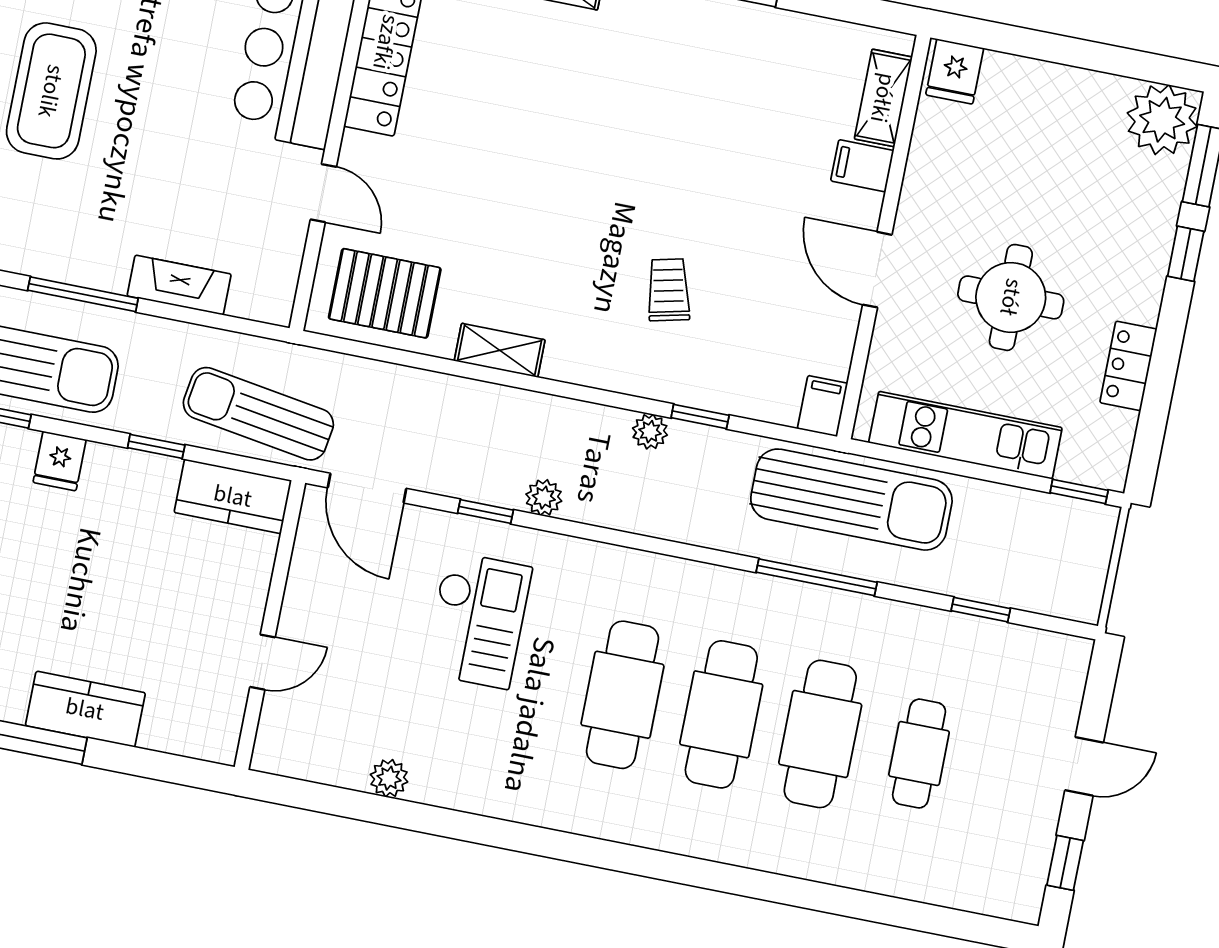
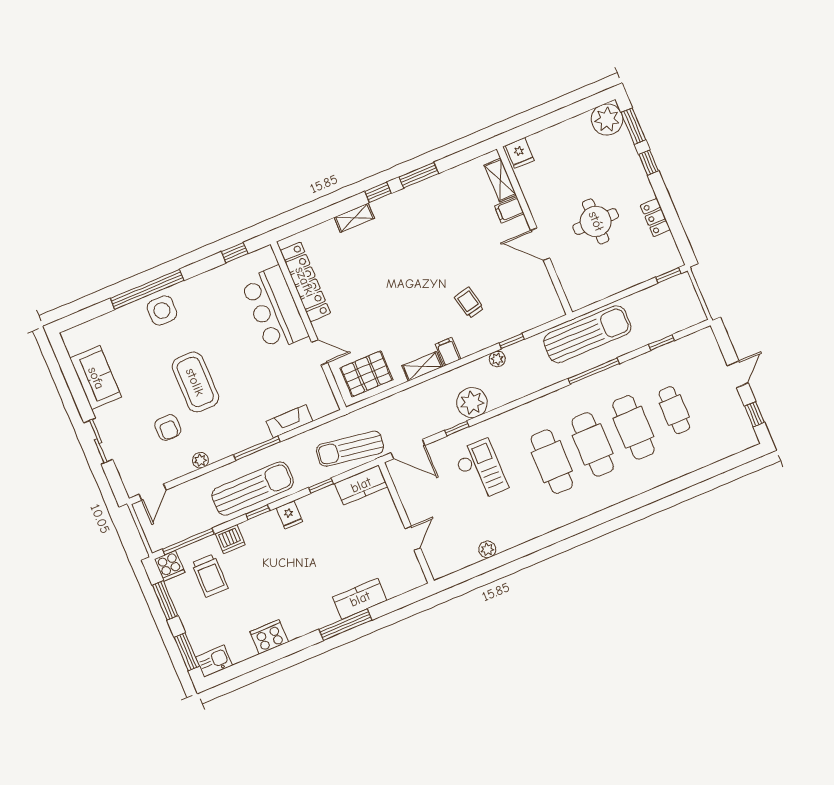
filing cabinet: (823, 406) -> (448, 352), moved
kitchen unit: (965, 435) -> (613, 283), removed
plant: (544, 498) -> (472, 403), width x1.87, depth x1.87

